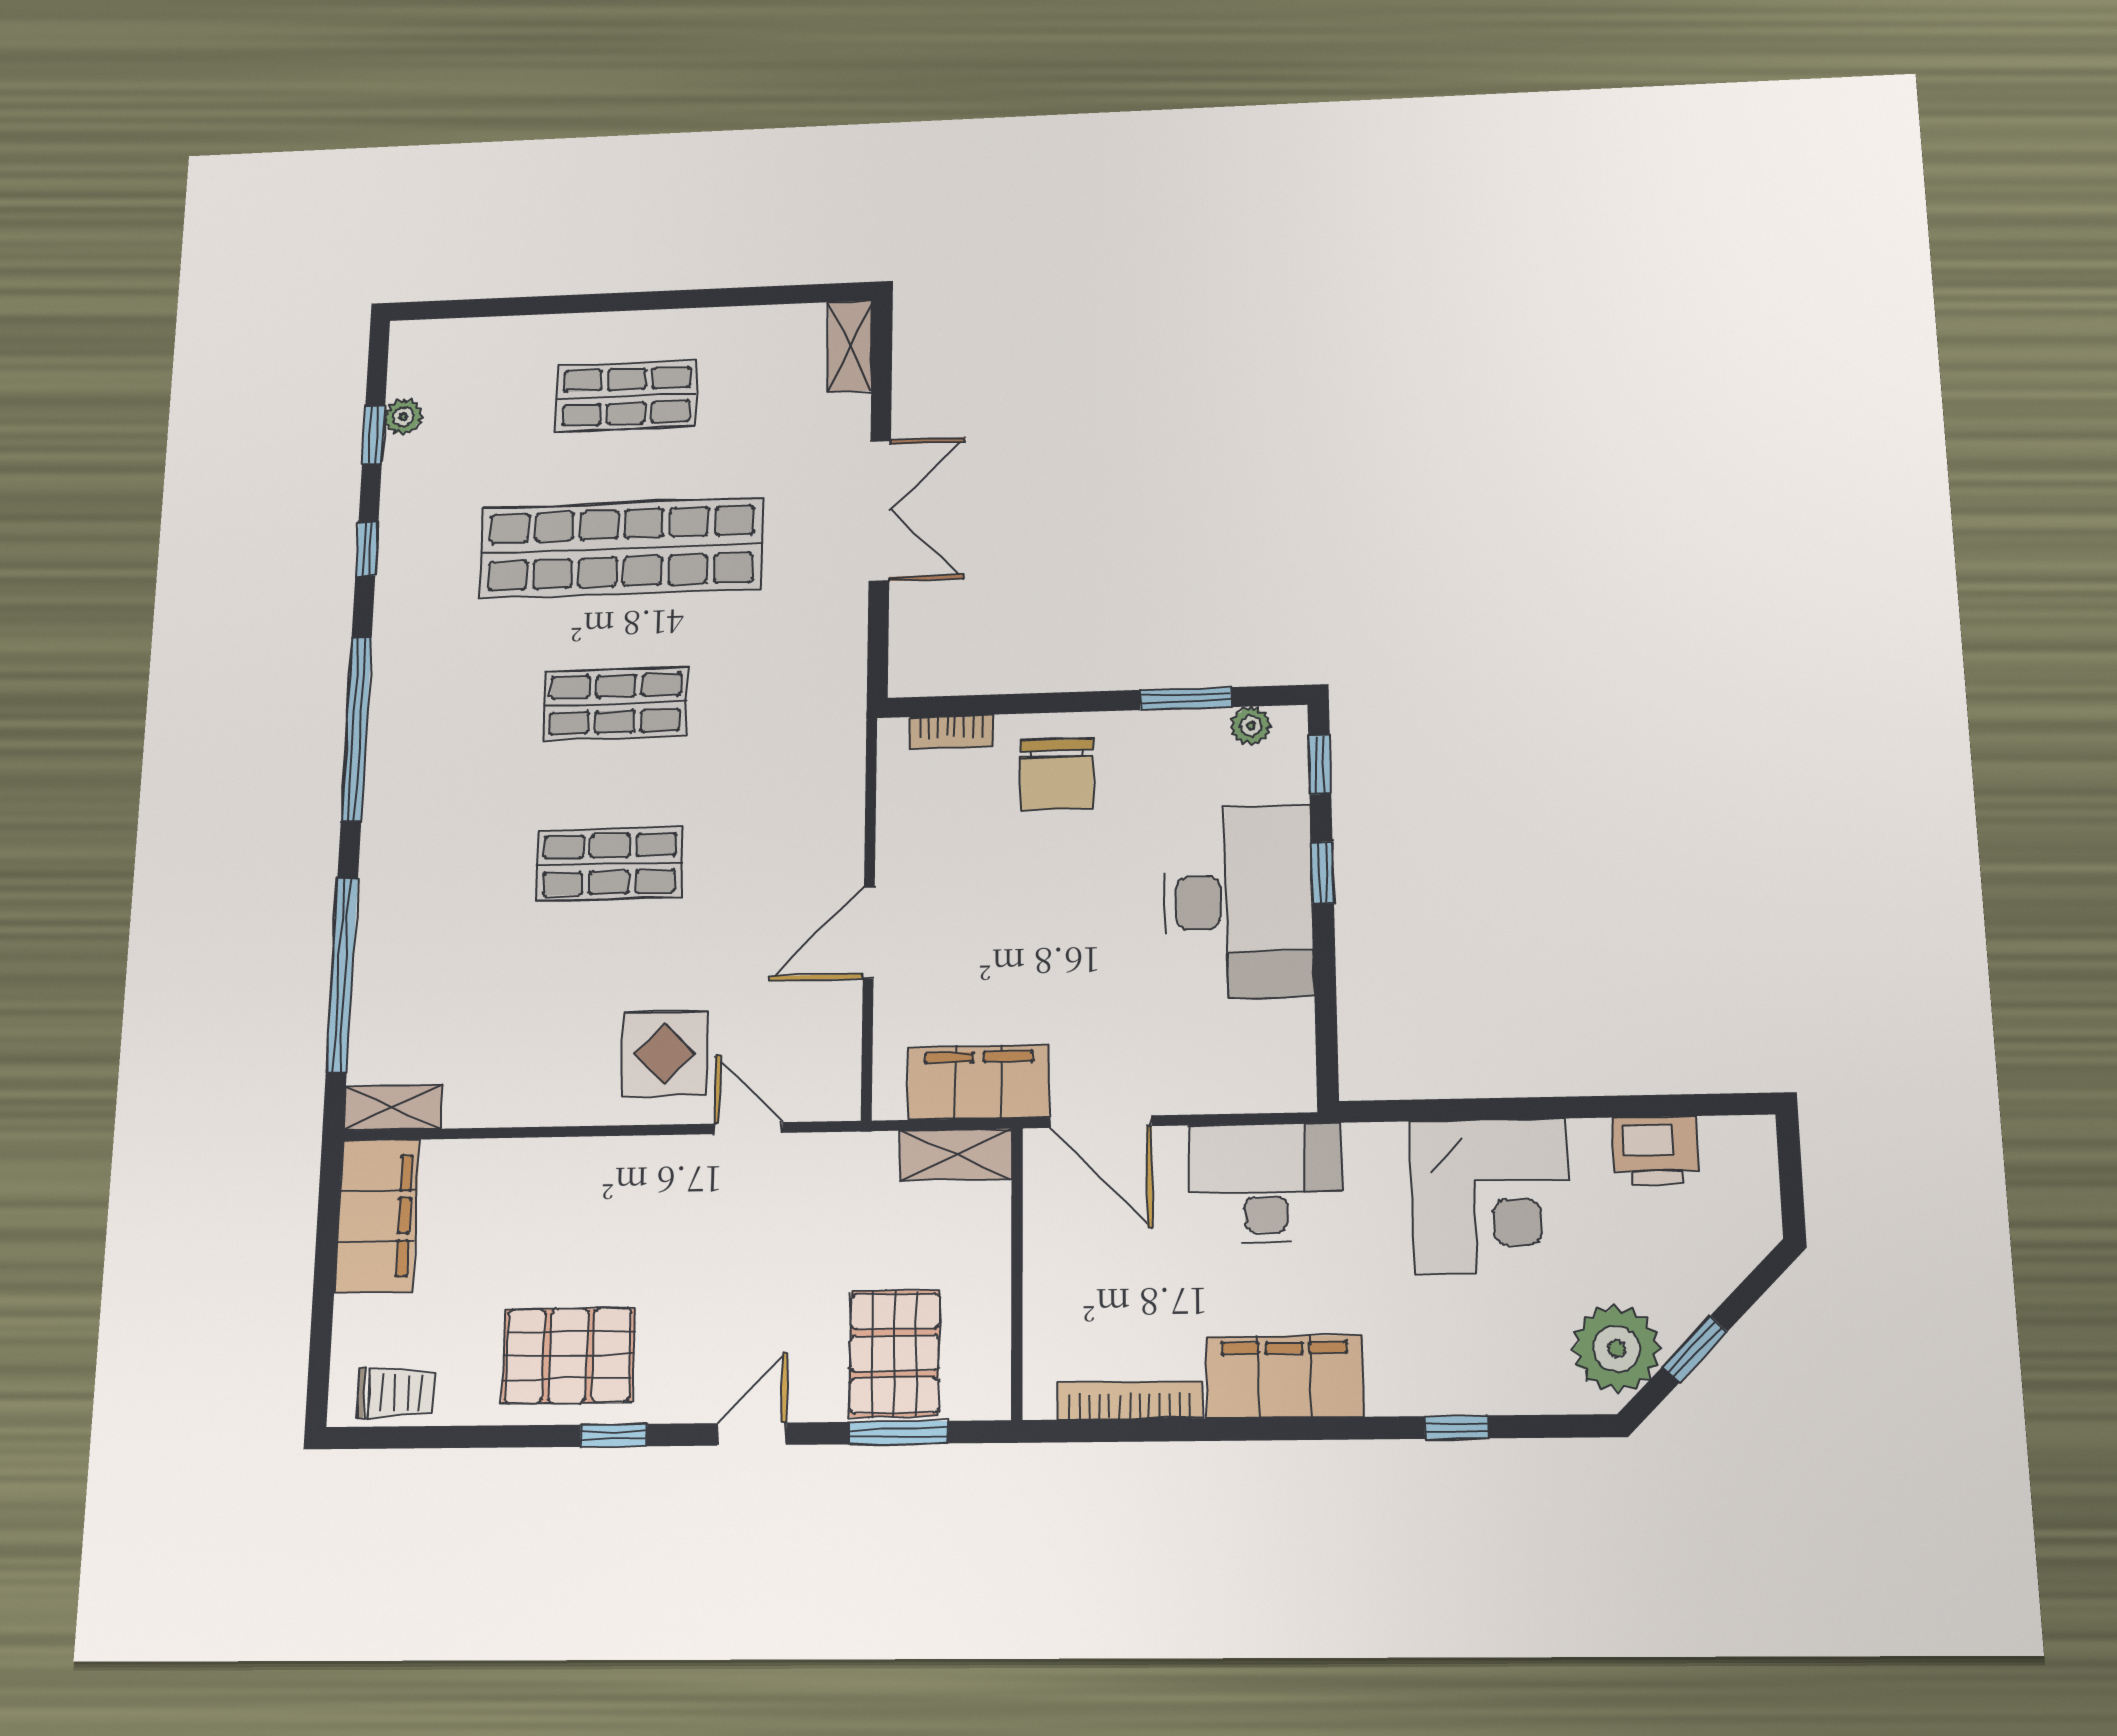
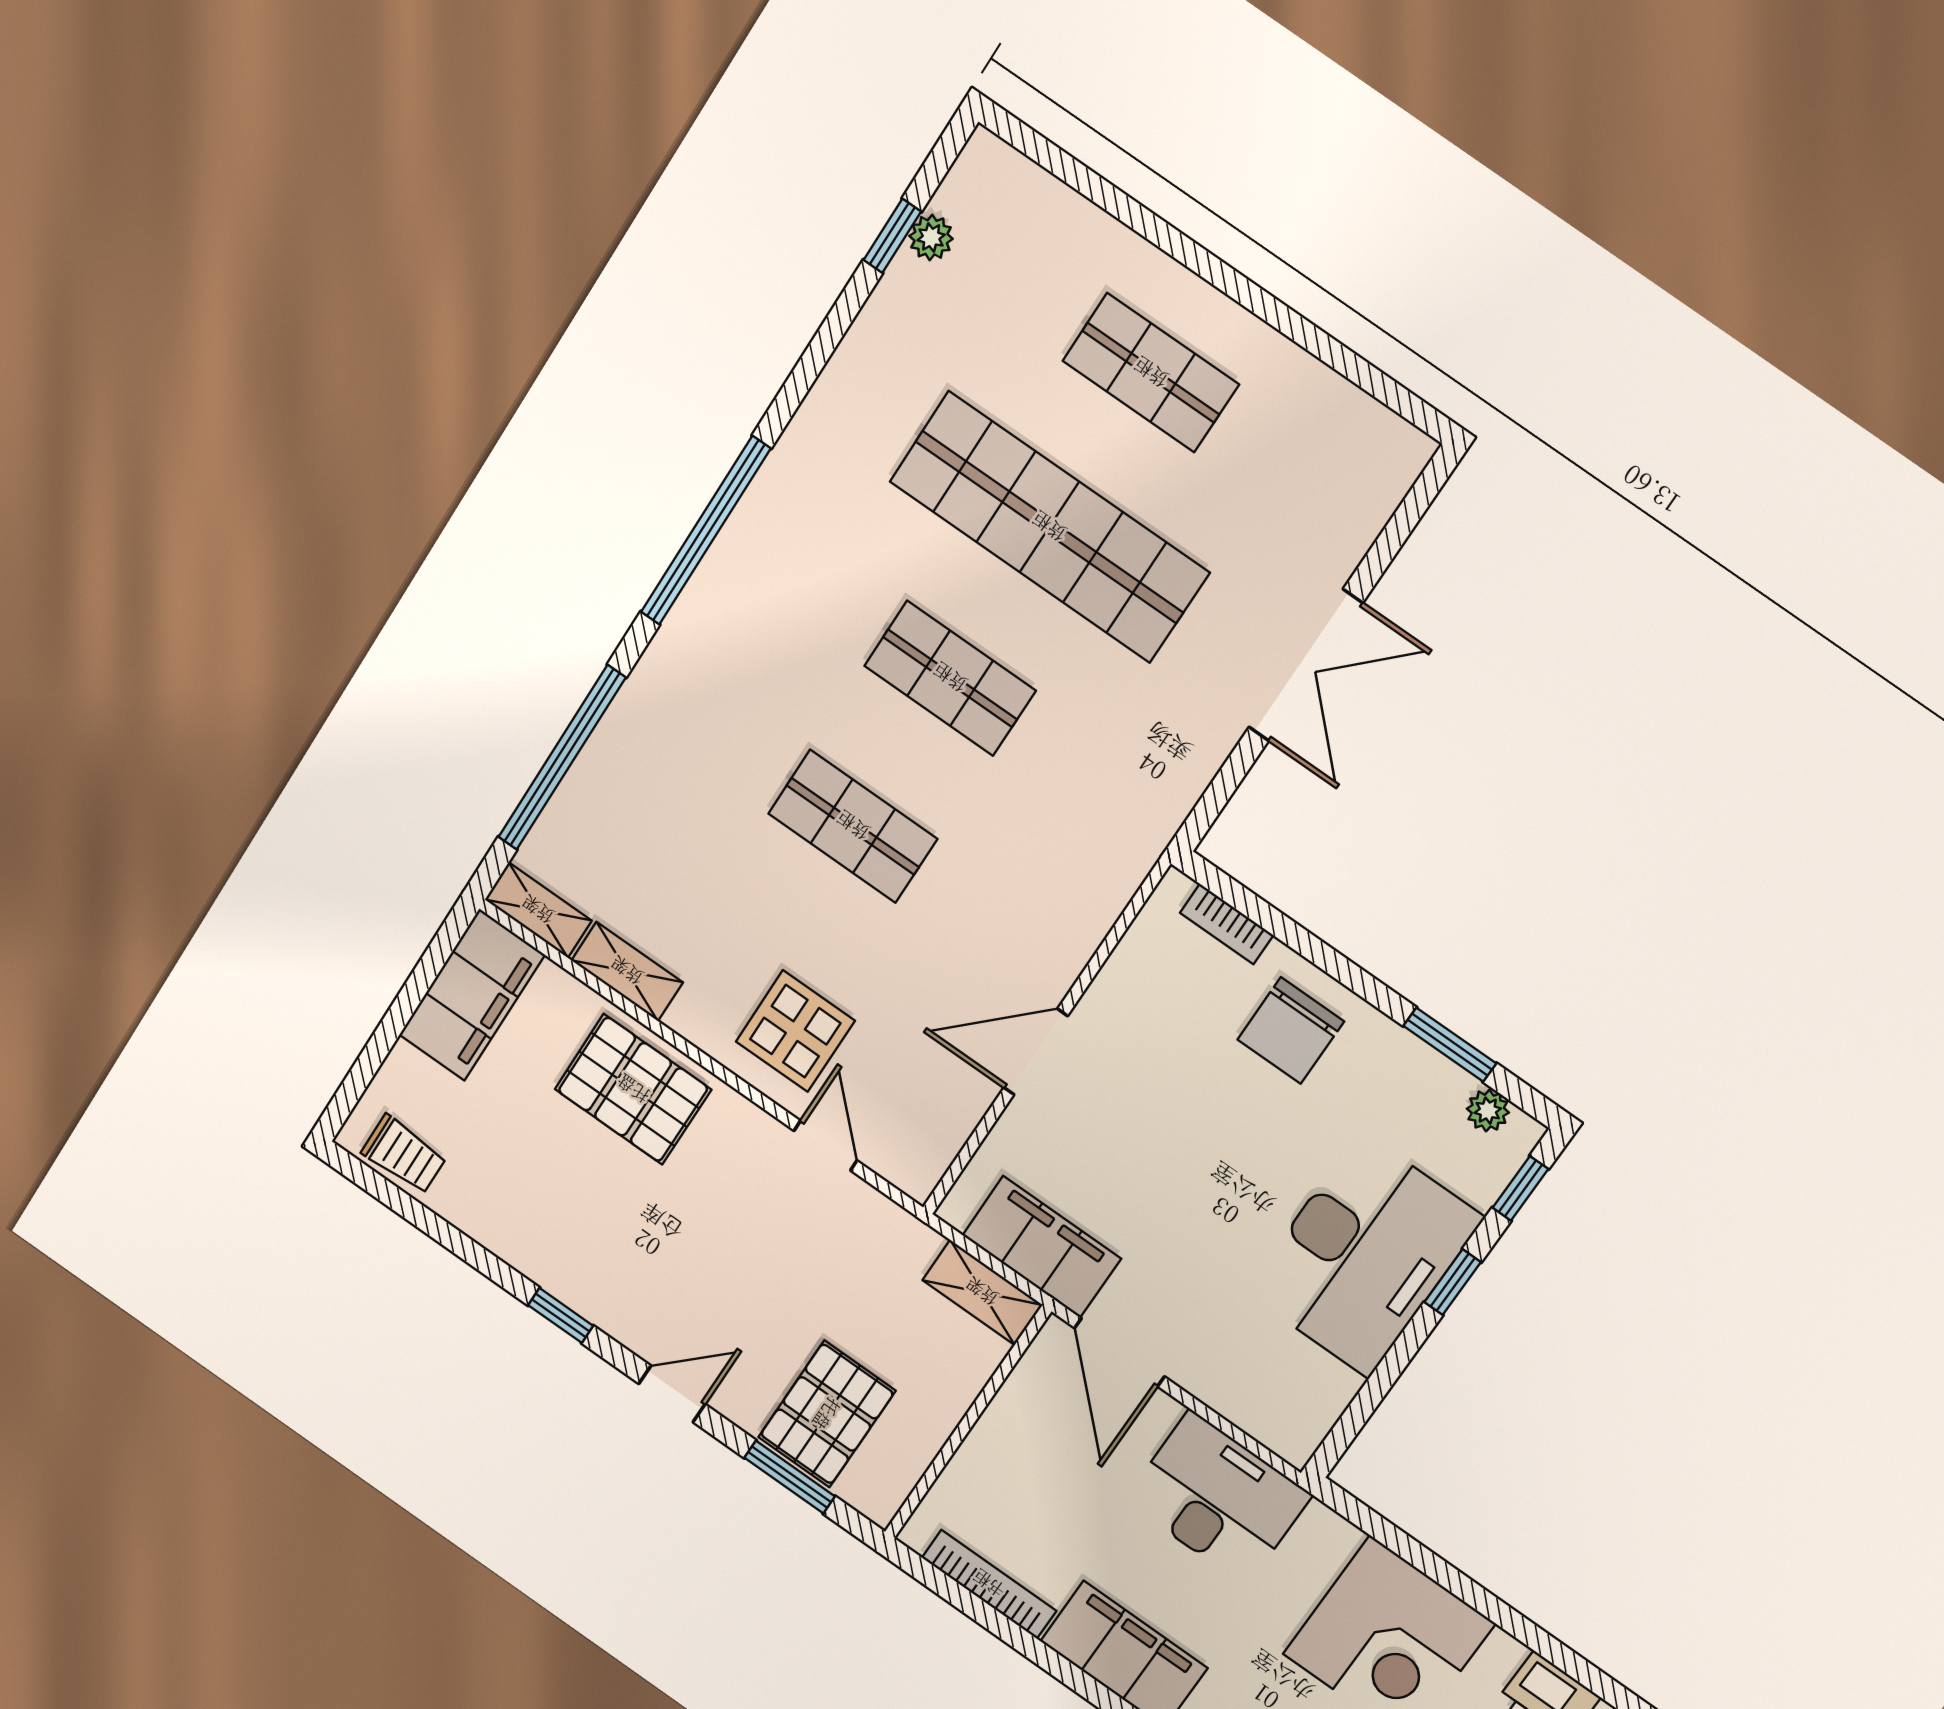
shelving: (850, 346) -> (627, 971), moved, turned 90
window: (367, 549) -> (818, 354), removed
pallet: (568, 1356) -> (633, 1089), moved

